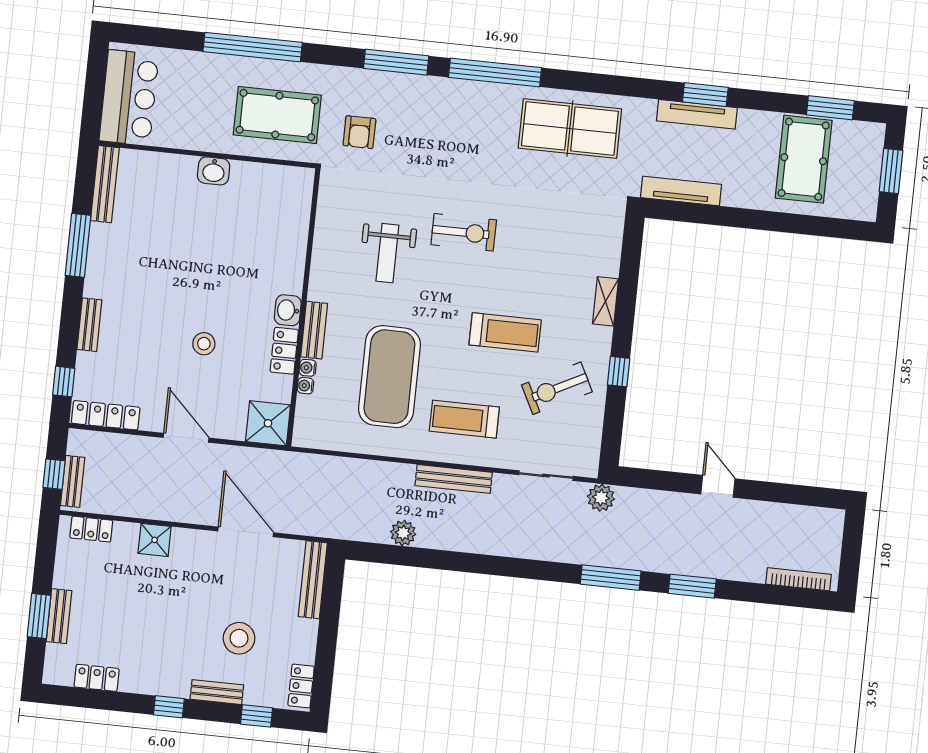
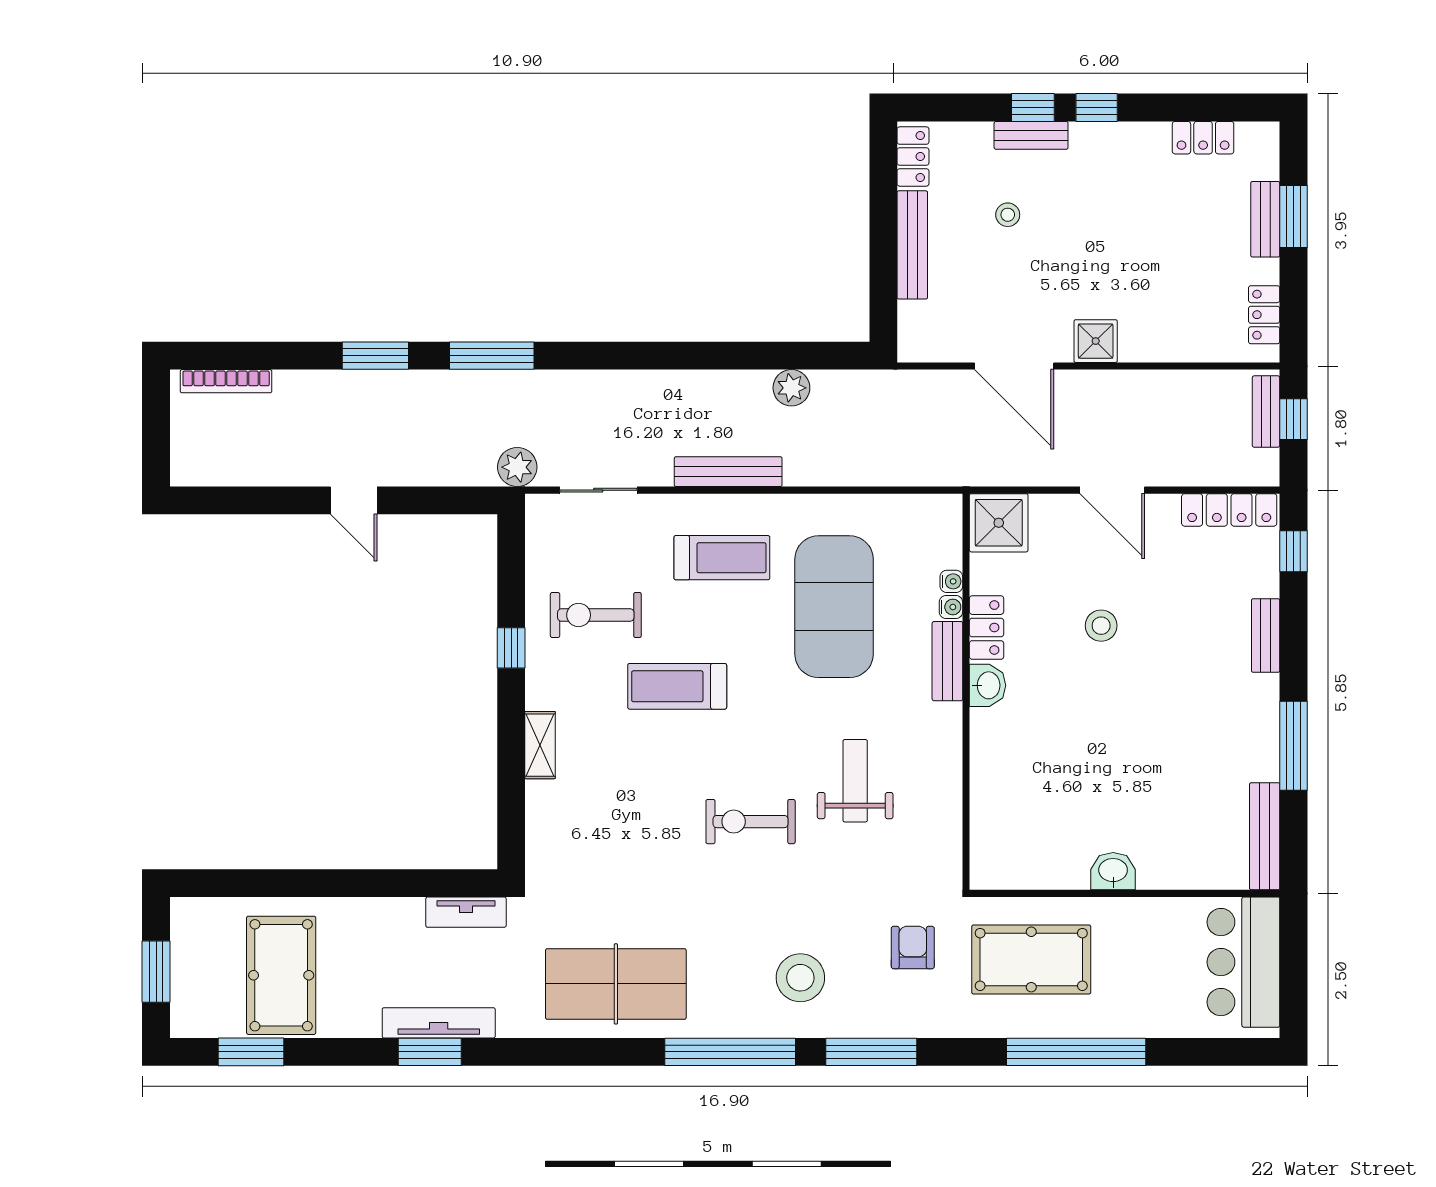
stool: (440, 119) -> (800, 978), added
tv unit: (681, 191) -> (466, 912), width x0.71
exercise bike: (557, 388) -> (596, 615), turned -153
locker: (91, 529) -> (1264, 315), moved, turned -90
shower: (155, 540) -> (1096, 341), moved
bench: (313, 580) -> (912, 245), moved
stool: (239, 638) -> (1008, 215), width x0.53, depth x0.53
window: (256, 716) -> (1033, 108), moved

